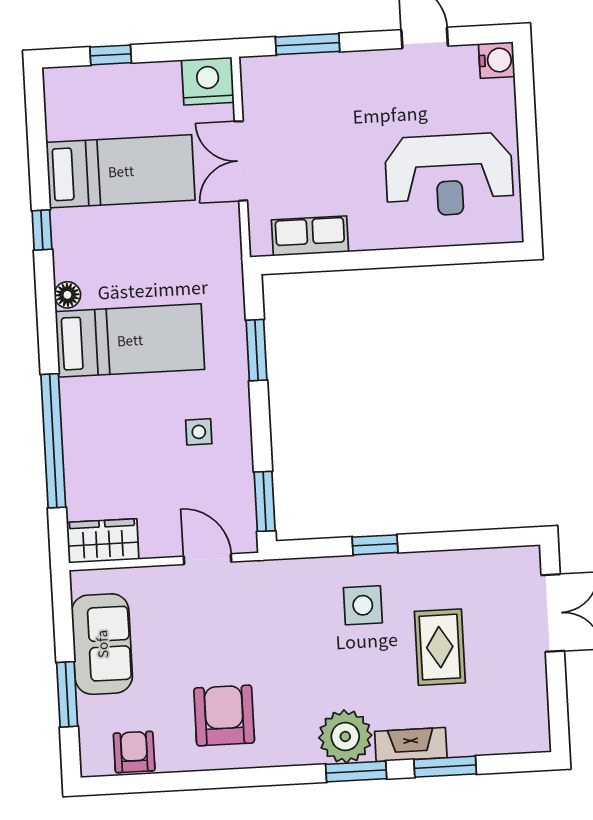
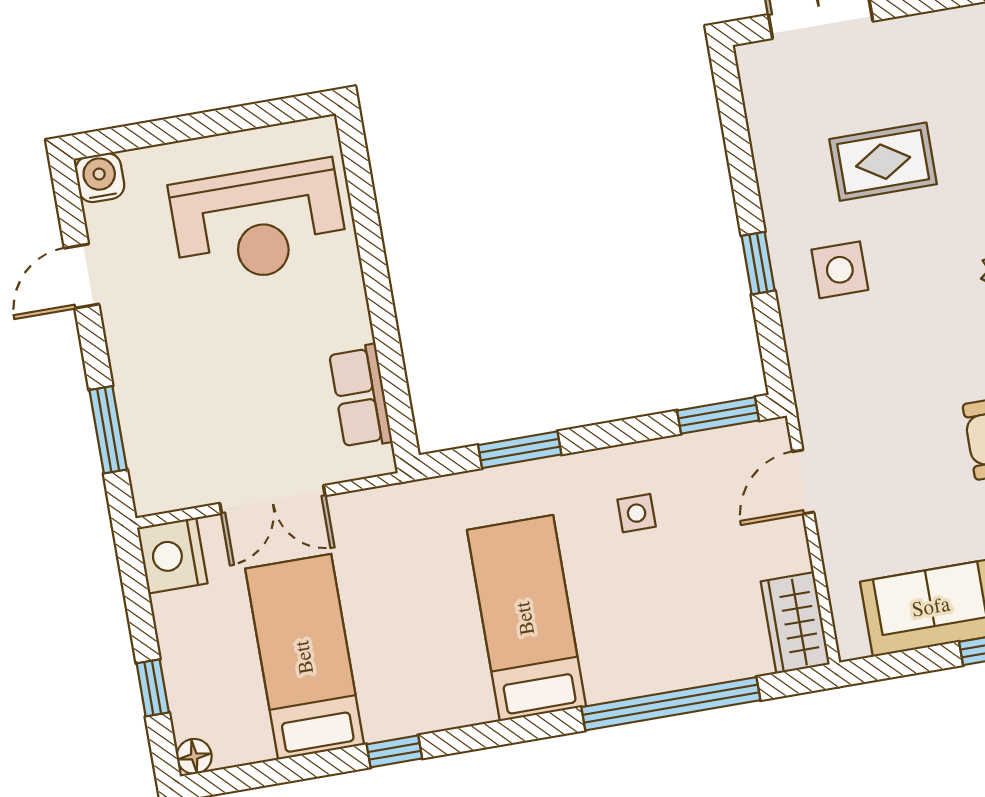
reception desk: (449, 175) -> (259, 223), turned 90
floor lamp: (67, 295) -> (194, 756), moved

